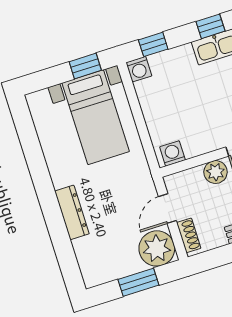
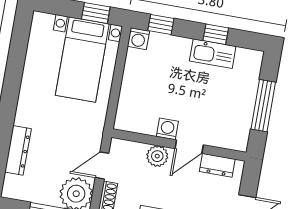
washing machine: (172, 153) -> (167, 129), moved
dresser: (72, 212) -> (18, 150), moved

